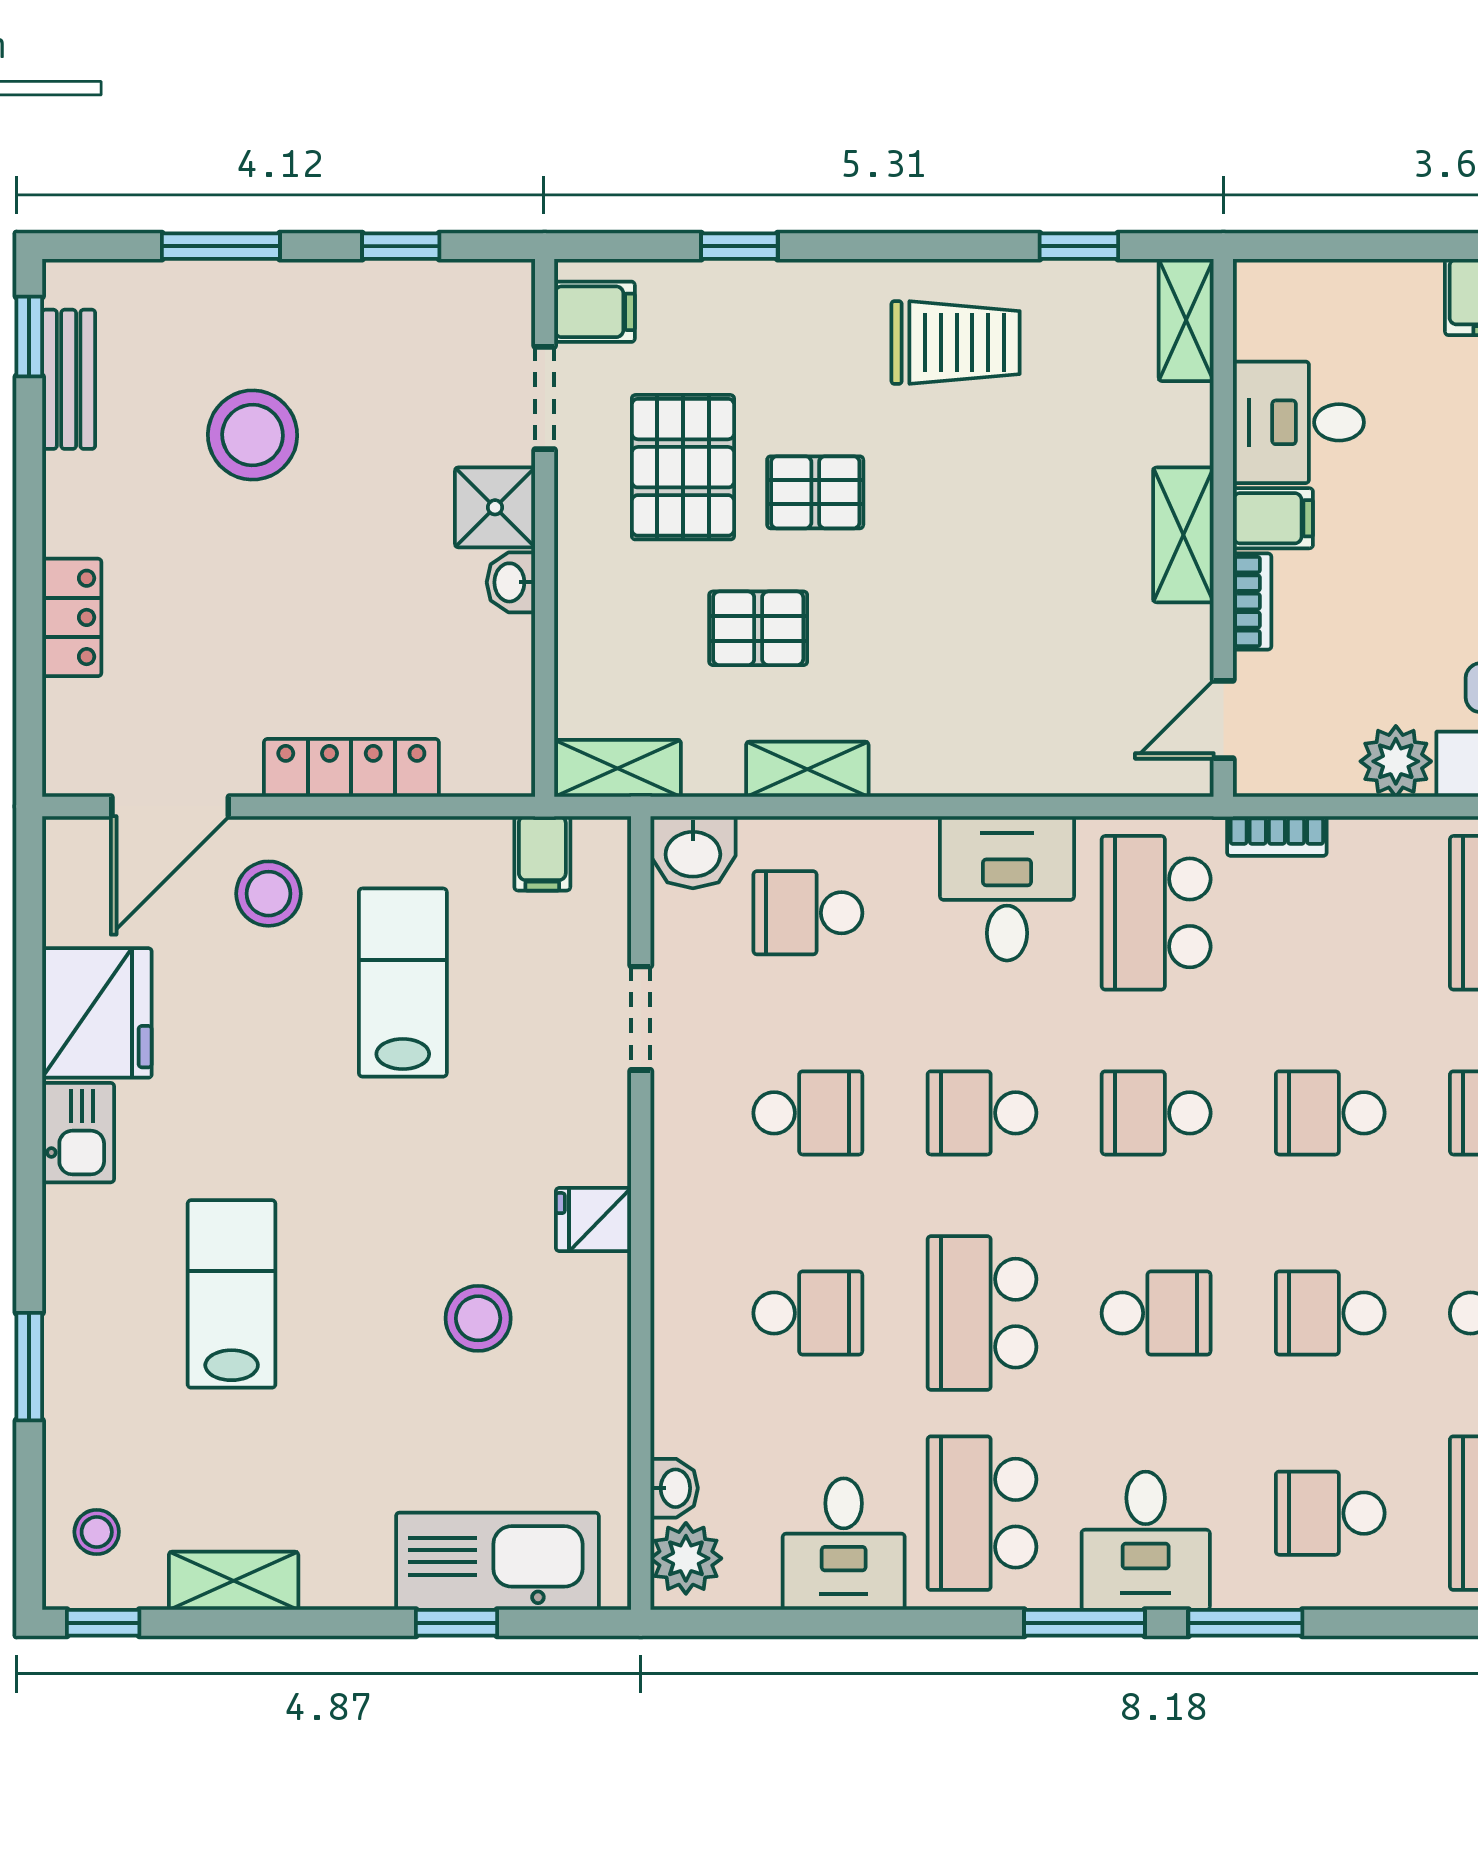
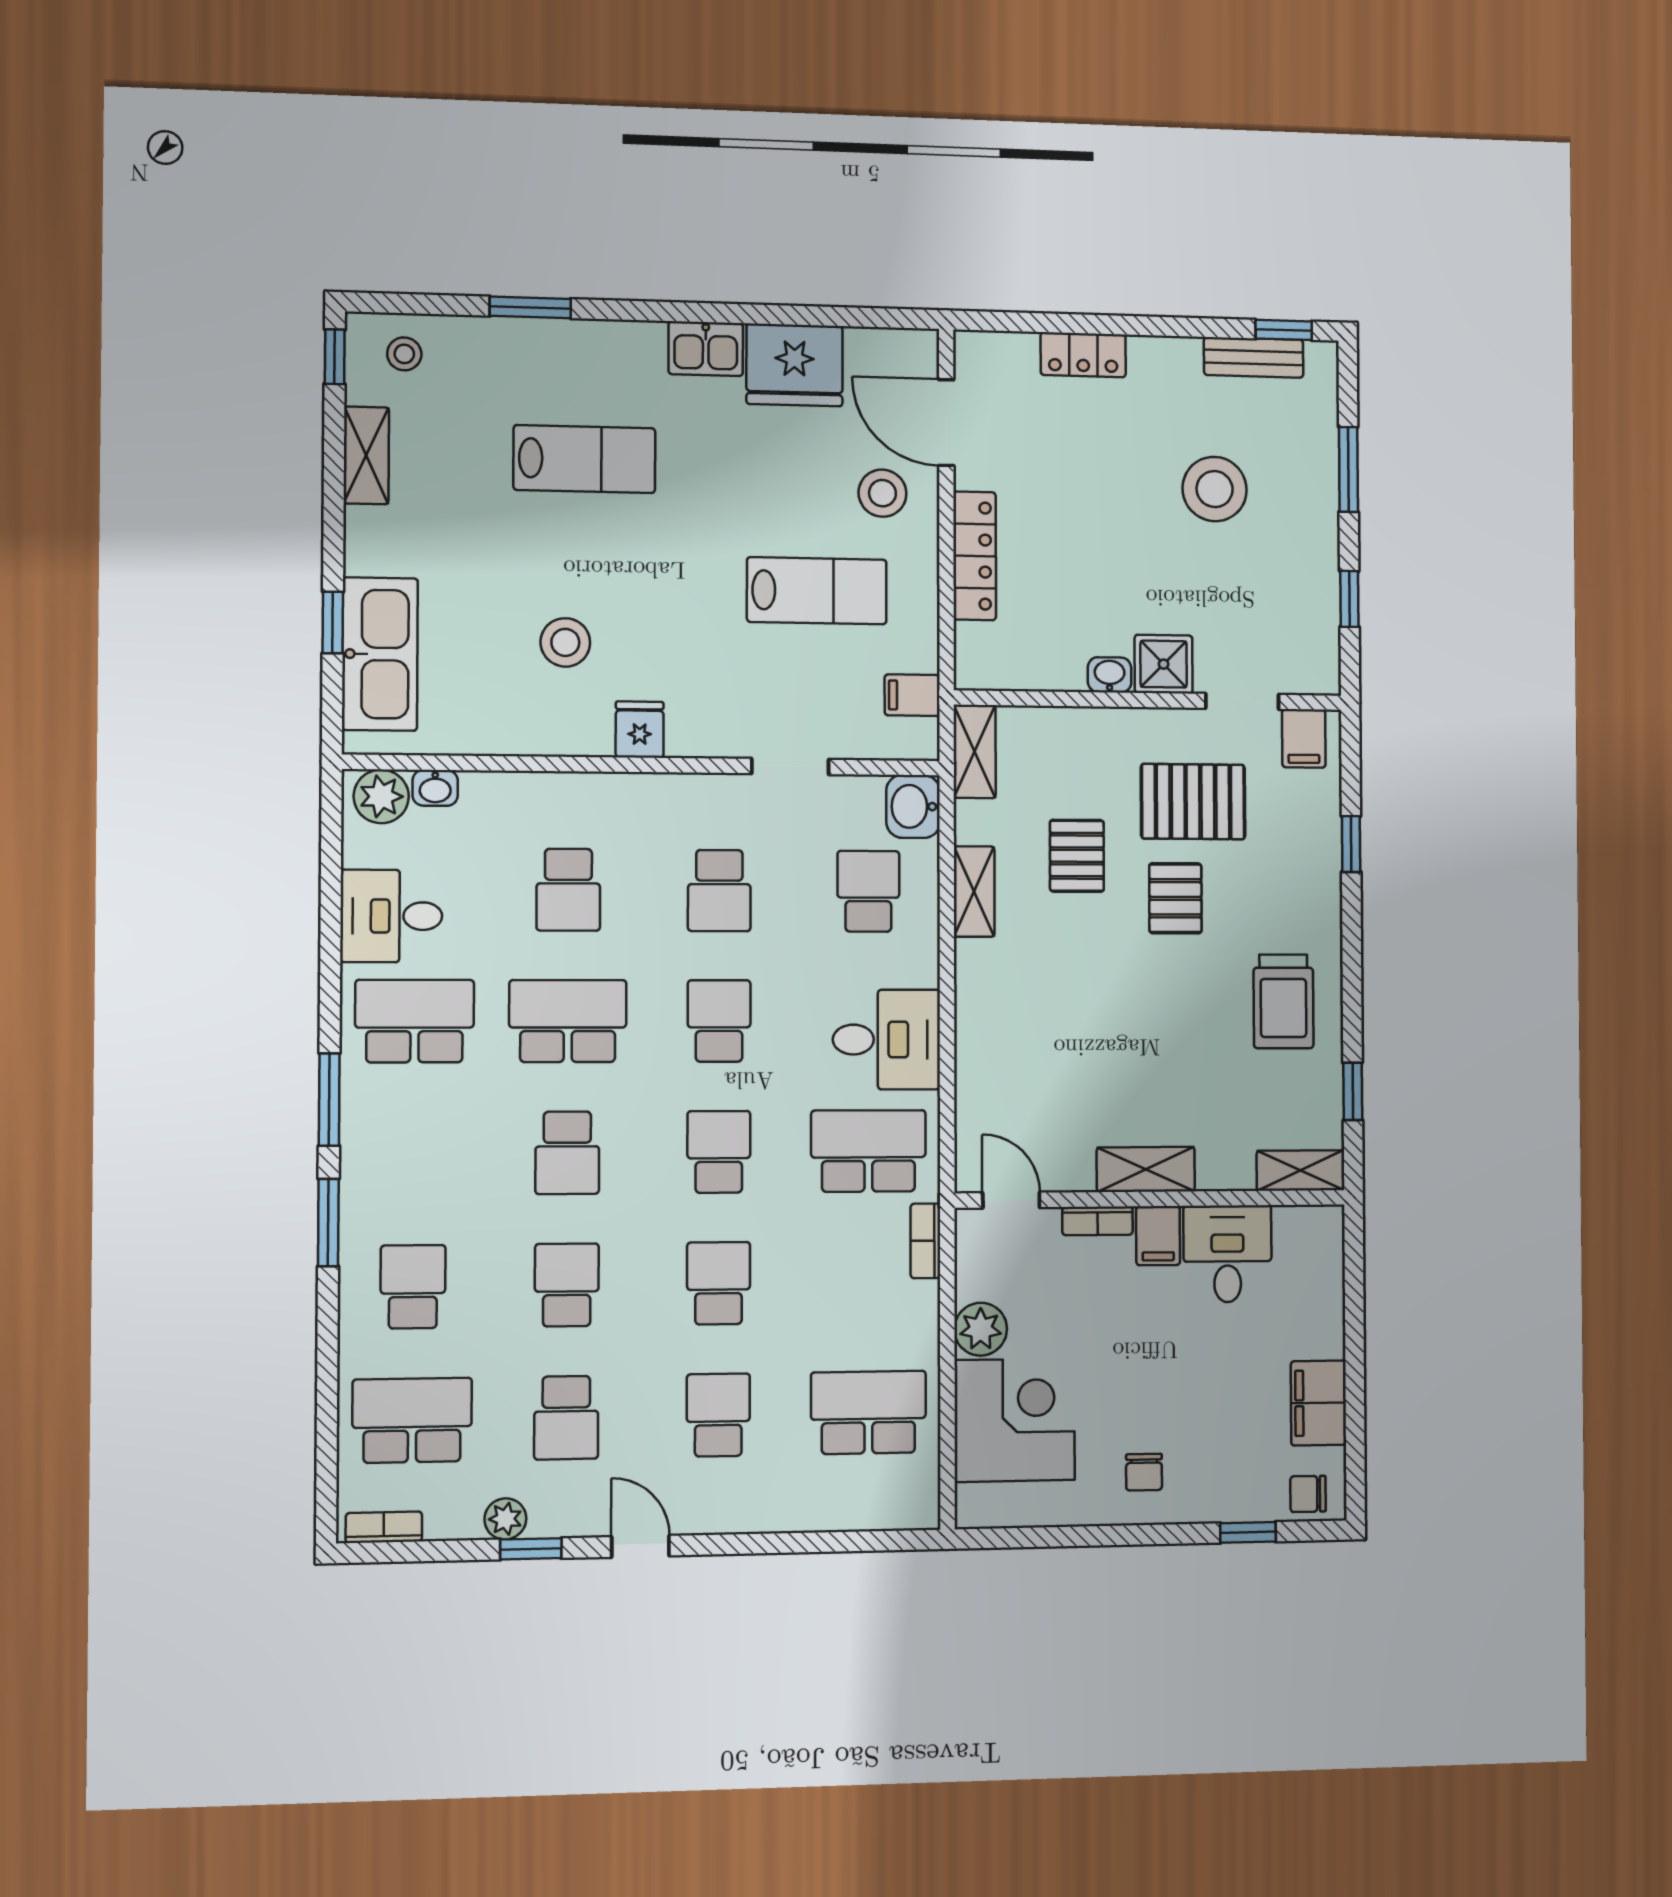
desk: (1146, 1541) -> (392, 1146), removed

